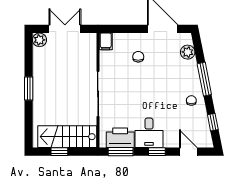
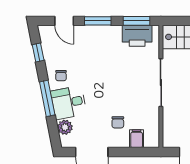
filing cabinet: (106, 41) -> (137, 139), moved
desk: (149, 133) -> (69, 103), moved, turned -101
window: (157, 152) -> (98, 21), width x1.50

